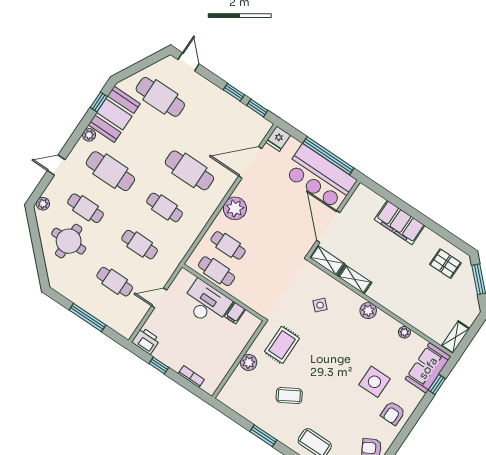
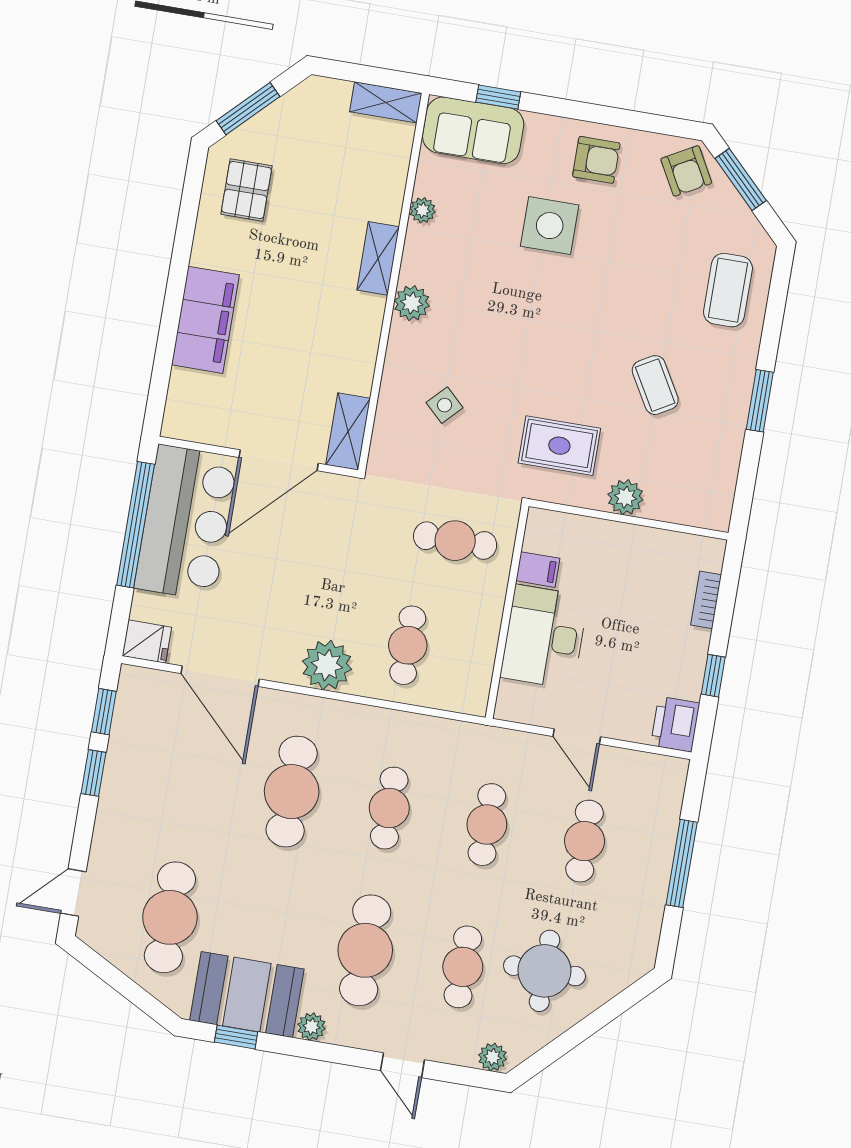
cafe table: (217, 271) -> (455, 541), moved, turned 90
shelving: (355, 279) -> (378, 258), moved

